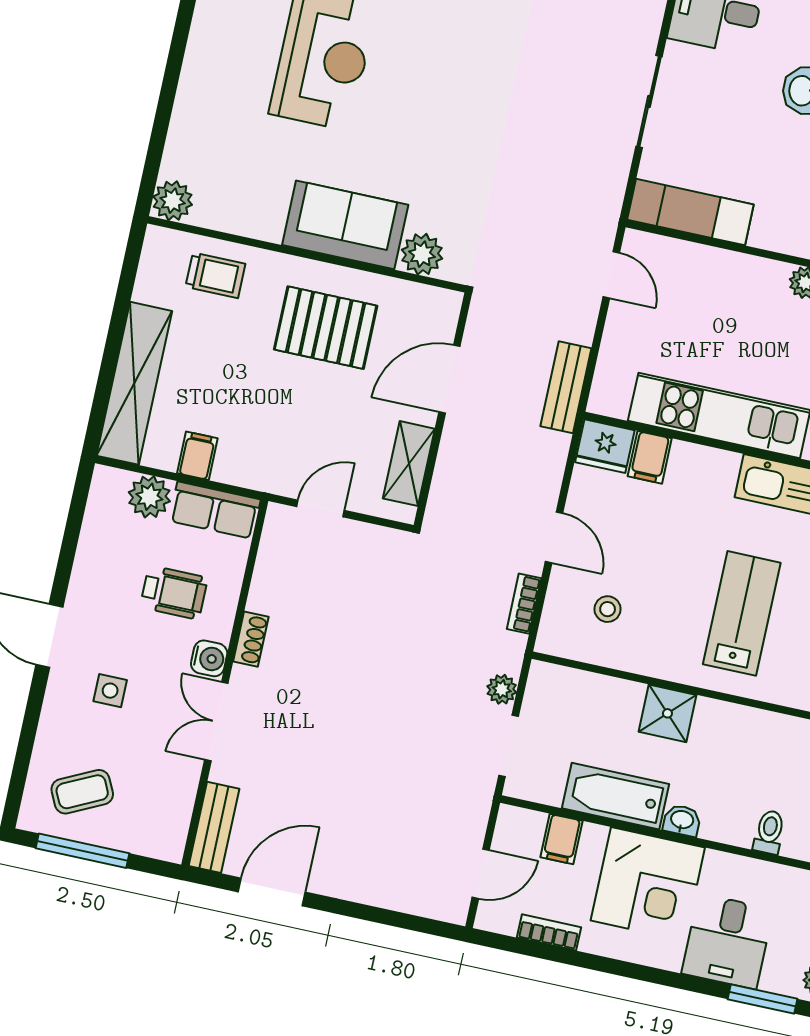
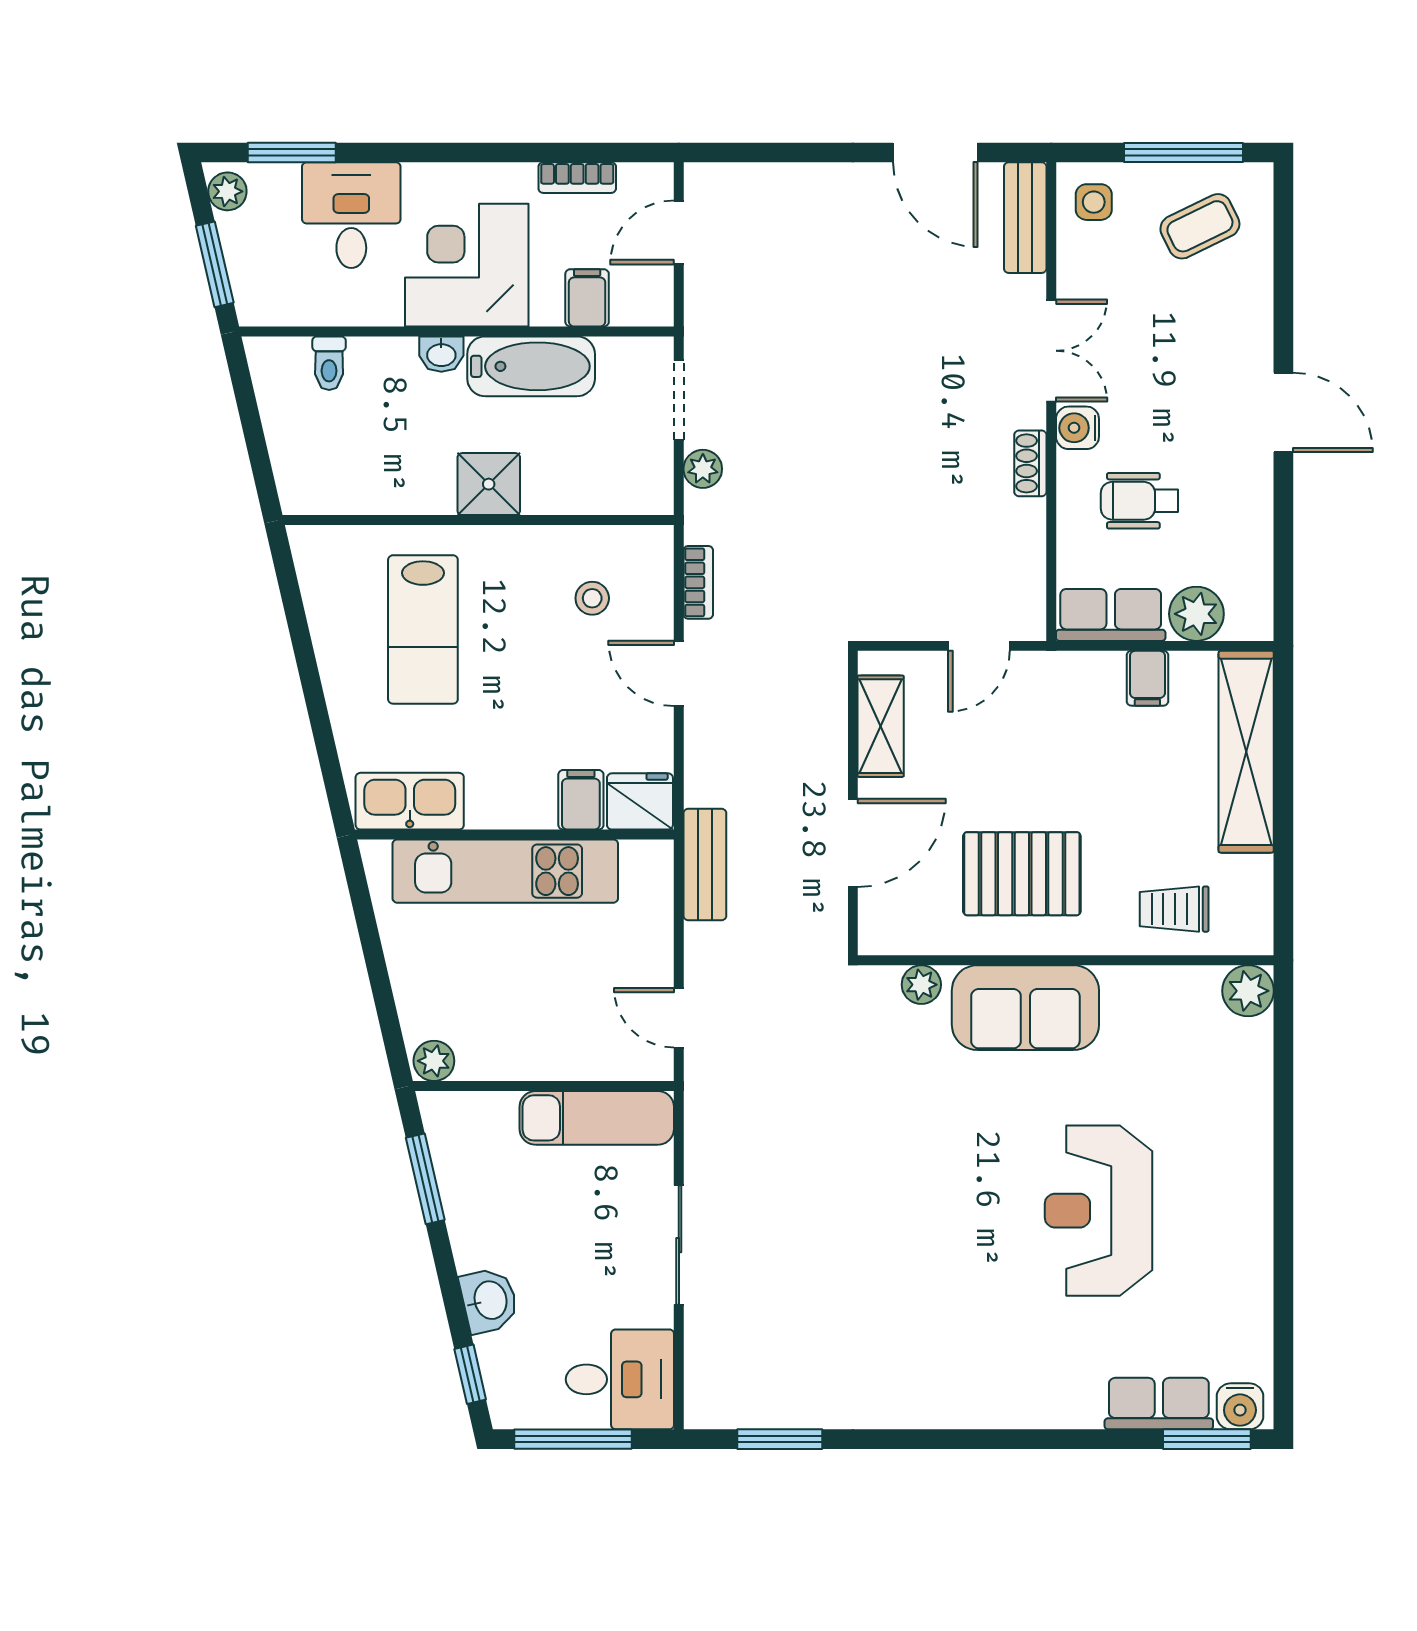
plant: (422, 254) -> (921, 985), width x0.73, depth x0.73
side table: (110, 691) -> (1094, 202), moved
door: (272, 892) -> (935, 152), hinge flipped

